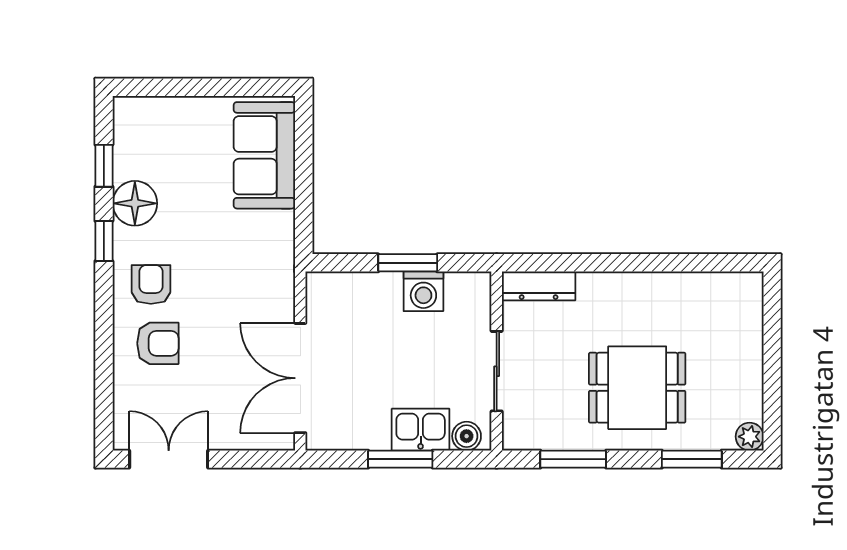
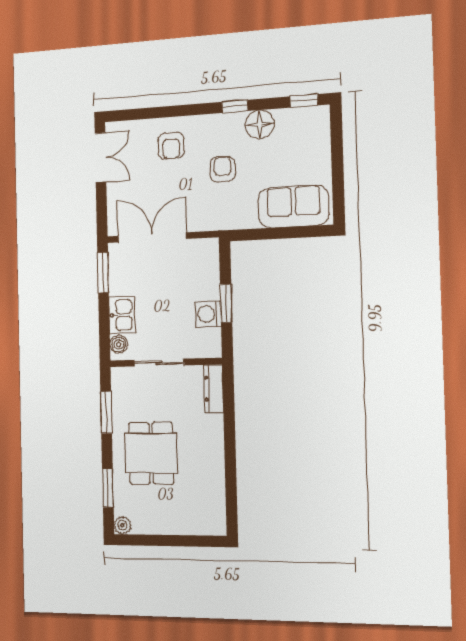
window: (104, 166) -> (304, 101), moved
armchair: (151, 285) -> (223, 169), moved, turned -90
window: (400, 459) -> (103, 273), moved

